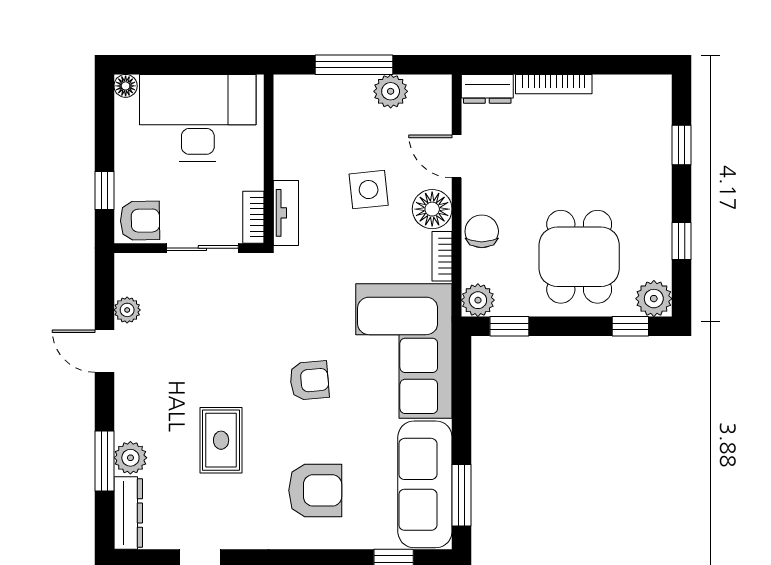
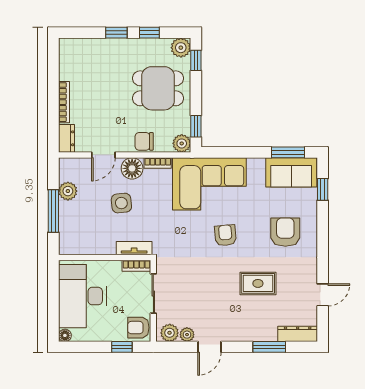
window: (681, 145) -> (116, 33), moved
armchair: (140, 221) -> (138, 328), turned -89
plant: (130, 458) -> (170, 333), moved
sofa: (425, 484) -> (291, 172), width x0.73

